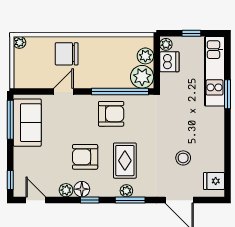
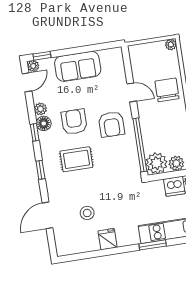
armchair: (111, 114) -> (112, 124), moved
window: (10, 120) -> (98, 47), removed
sofa: (27, 123) -> (78, 66), moved
fridge: (214, 181) -> (108, 239), moved
plant: (126, 191) -> (33, 66), moved
window: (130, 200) -> (40, 170), width x0.67

